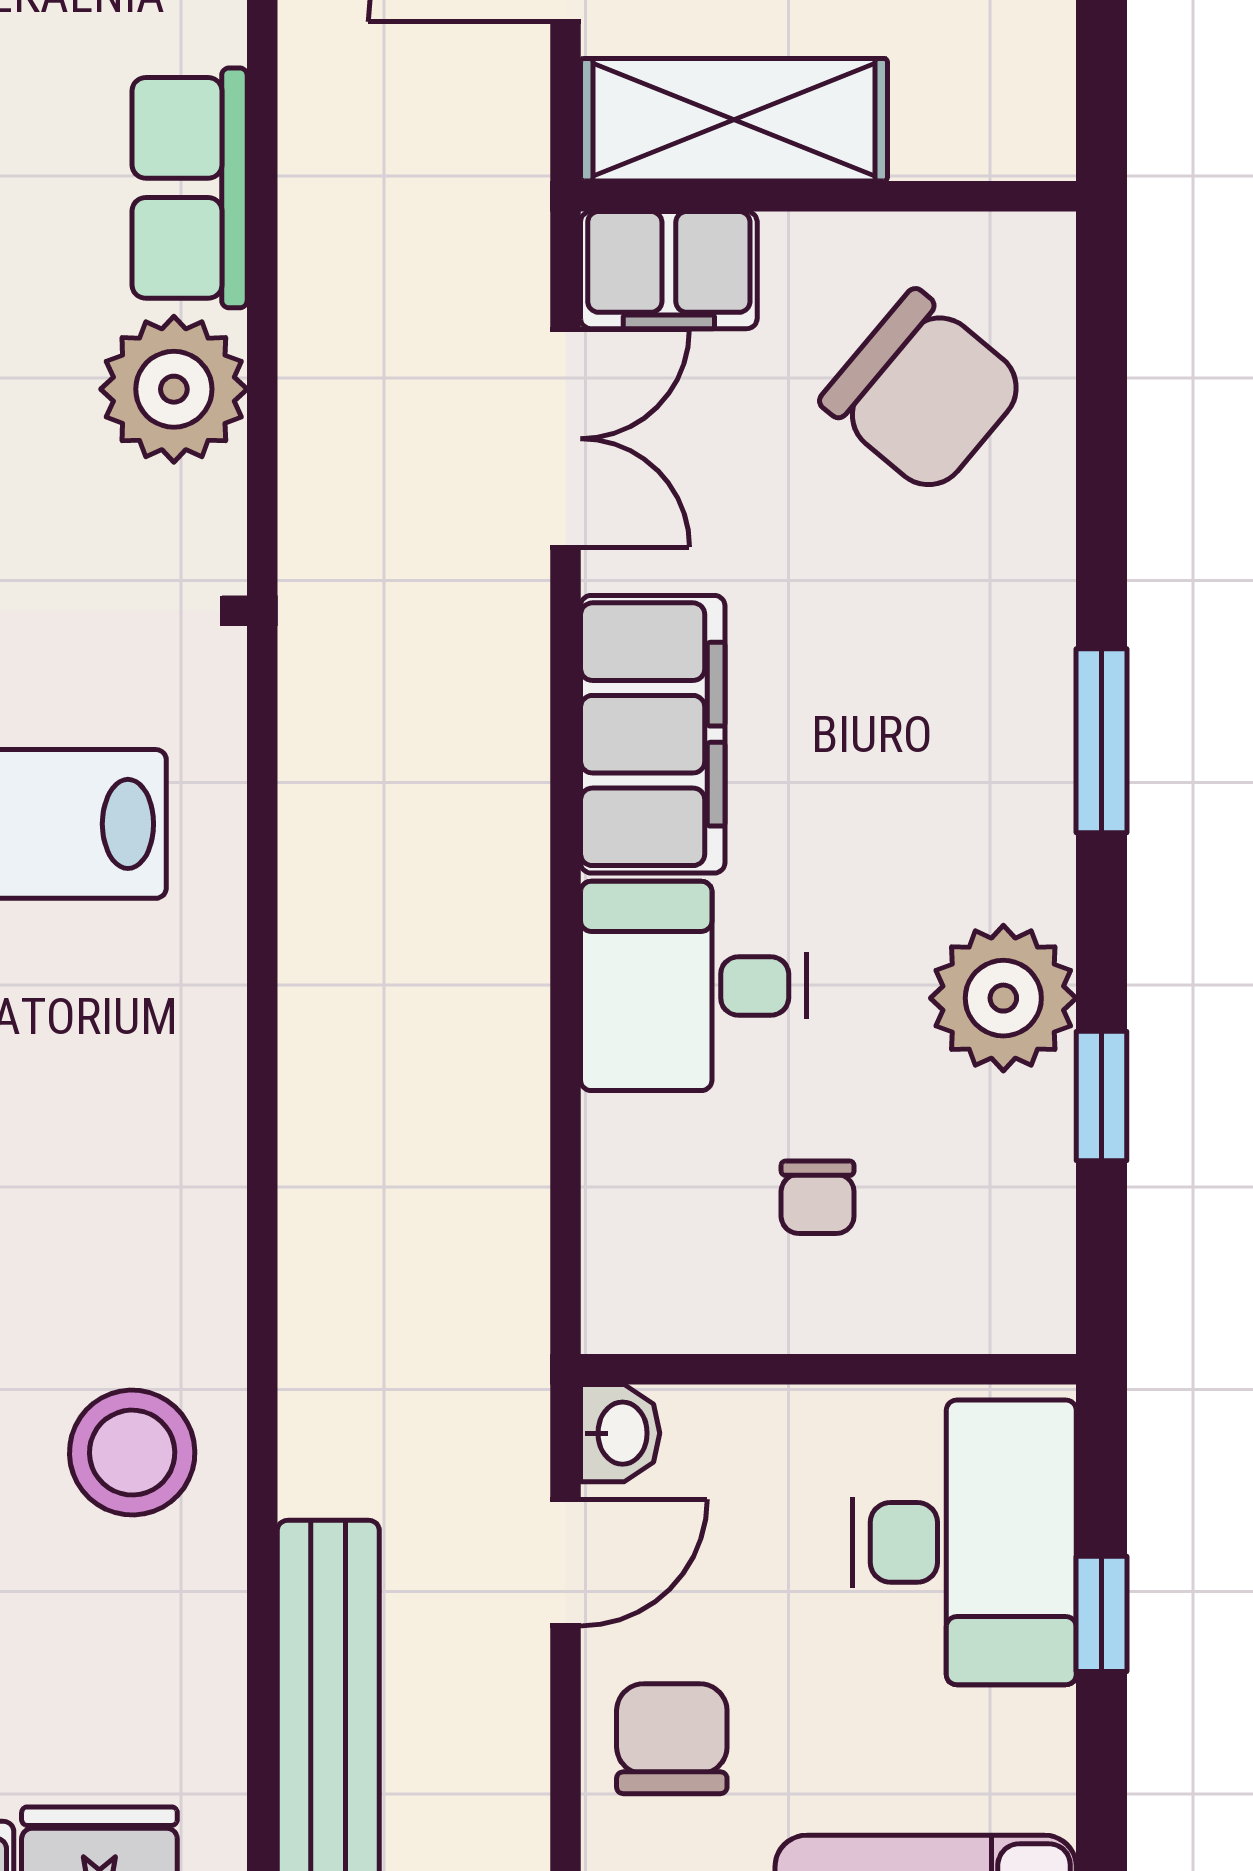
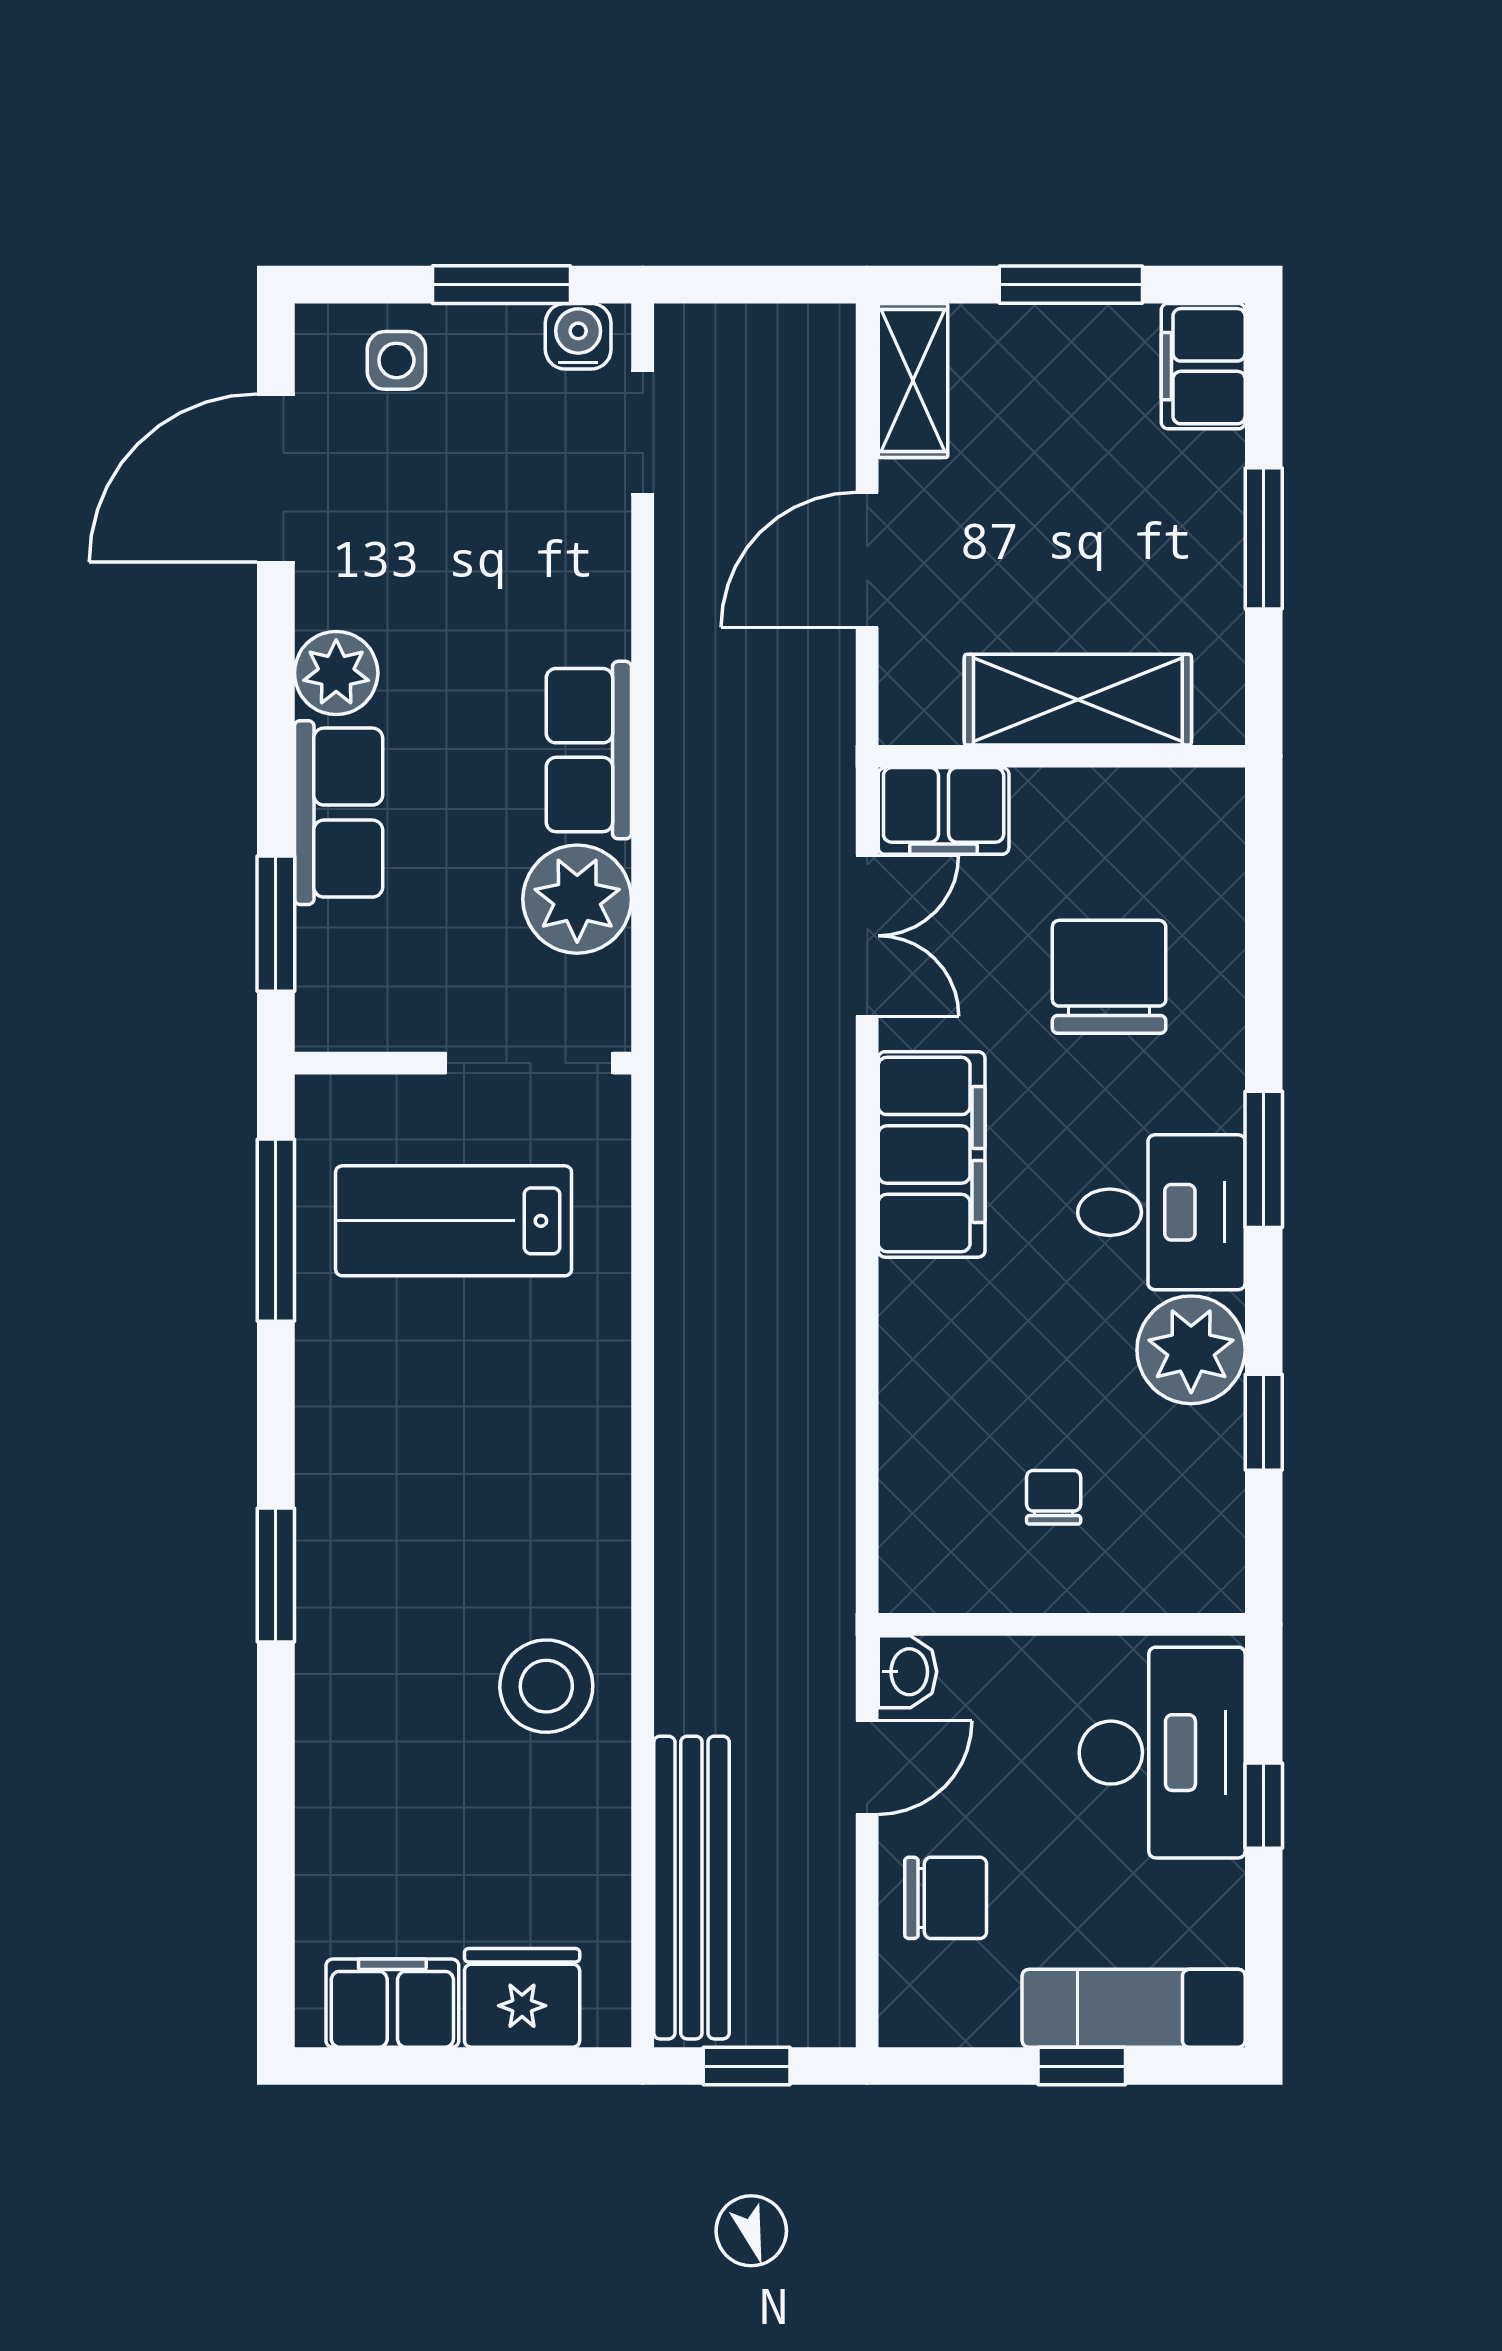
shelving: (734, 120) -> (1078, 700), moved
chair: (924, 392) -> (1109, 977), moved, turned -130
desk: (694, 986) -> (1161, 1212), moved, turned 180
chair: (818, 1197) -> (1054, 1497), turned 180
chair: (672, 1739) -> (946, 1898), turned 90

